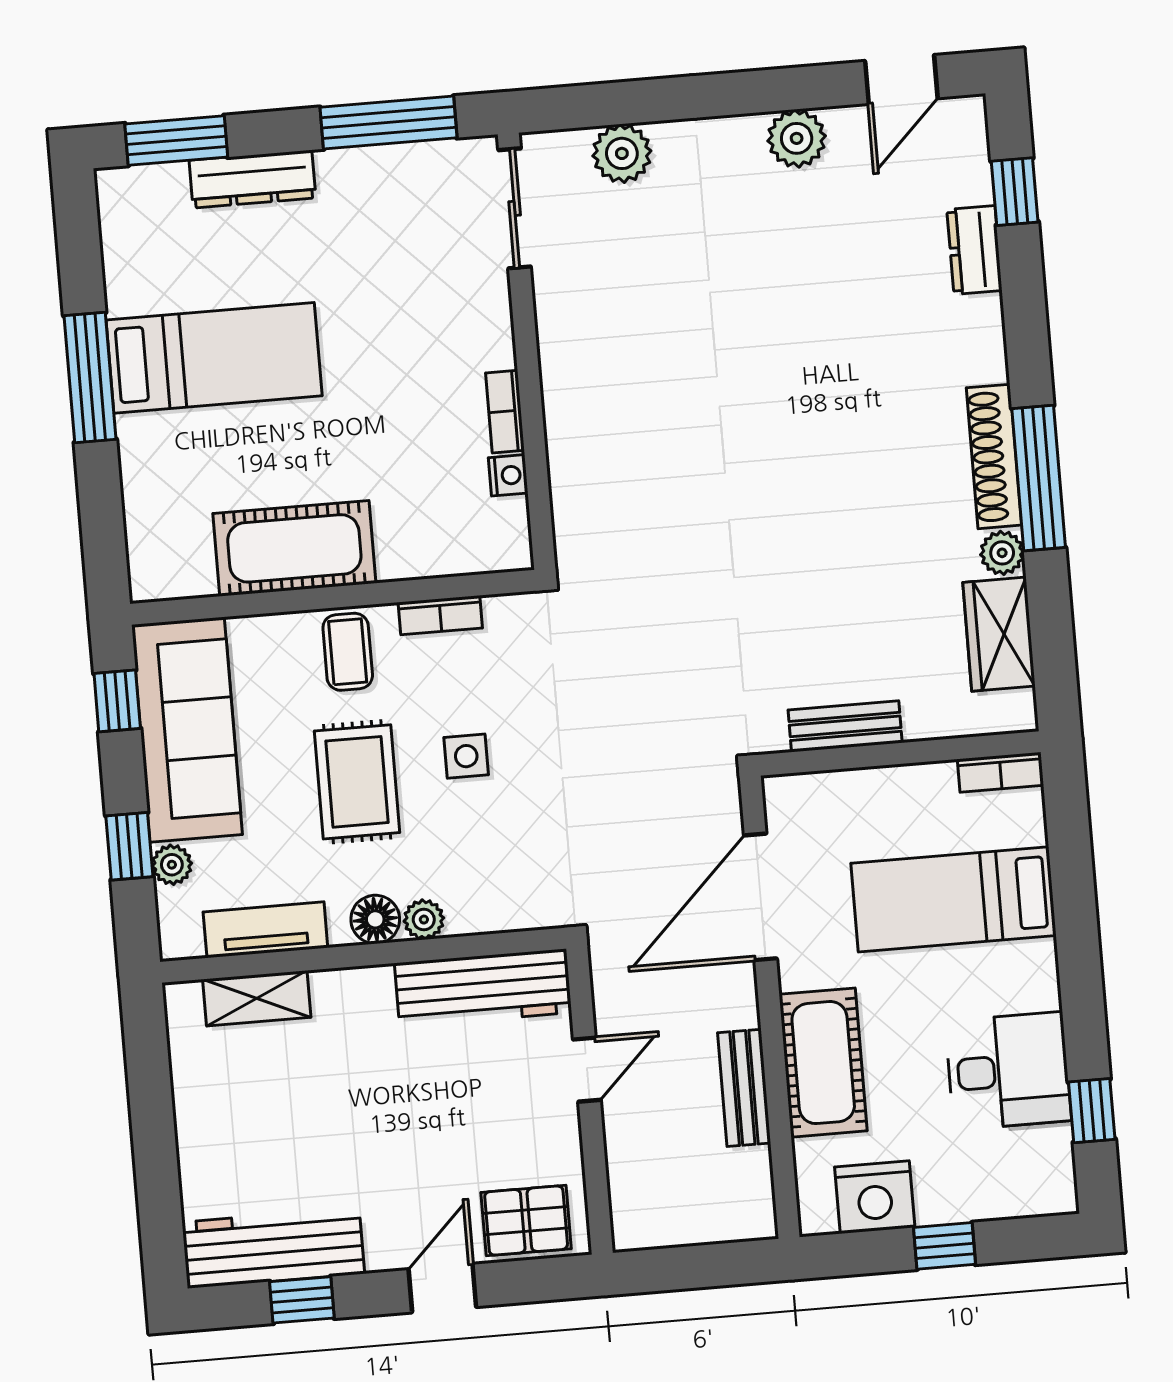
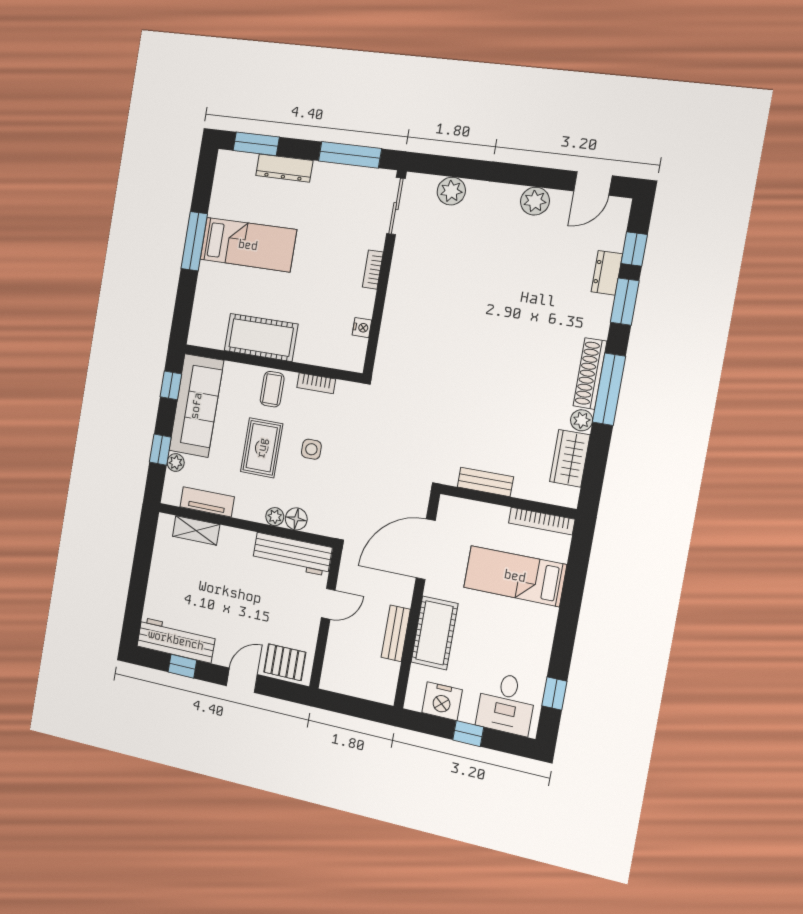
window: (1024, 299) -> (625, 302), added
bookcase: (505, 412) -> (373, 270), moved
bookcase: (1000, 772) -> (542, 521), width x1.56
floor lamp: (375, 919) -> (296, 519), moved
desk: (1008, 1071) -> (506, 703), moved, turned 90

